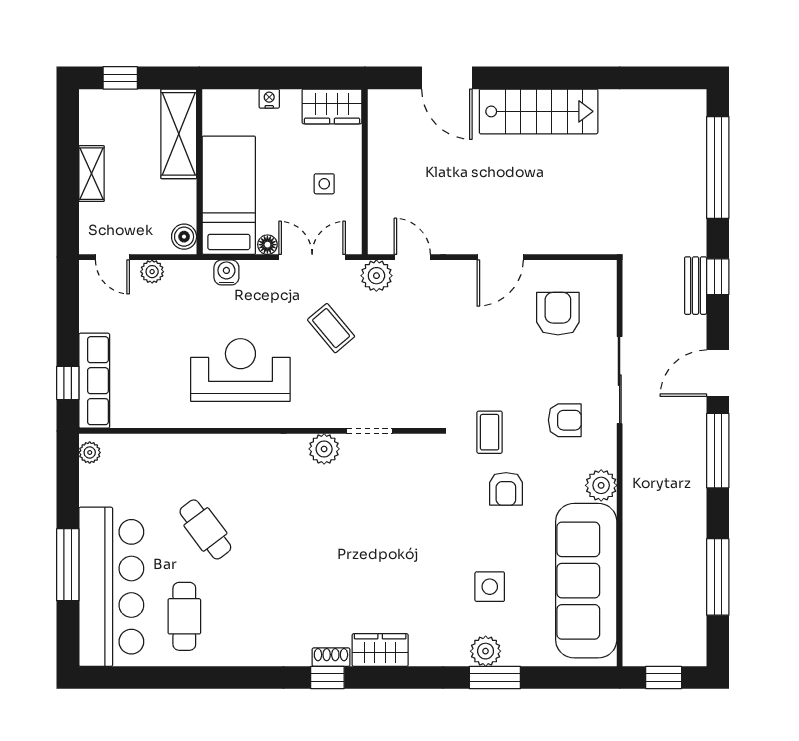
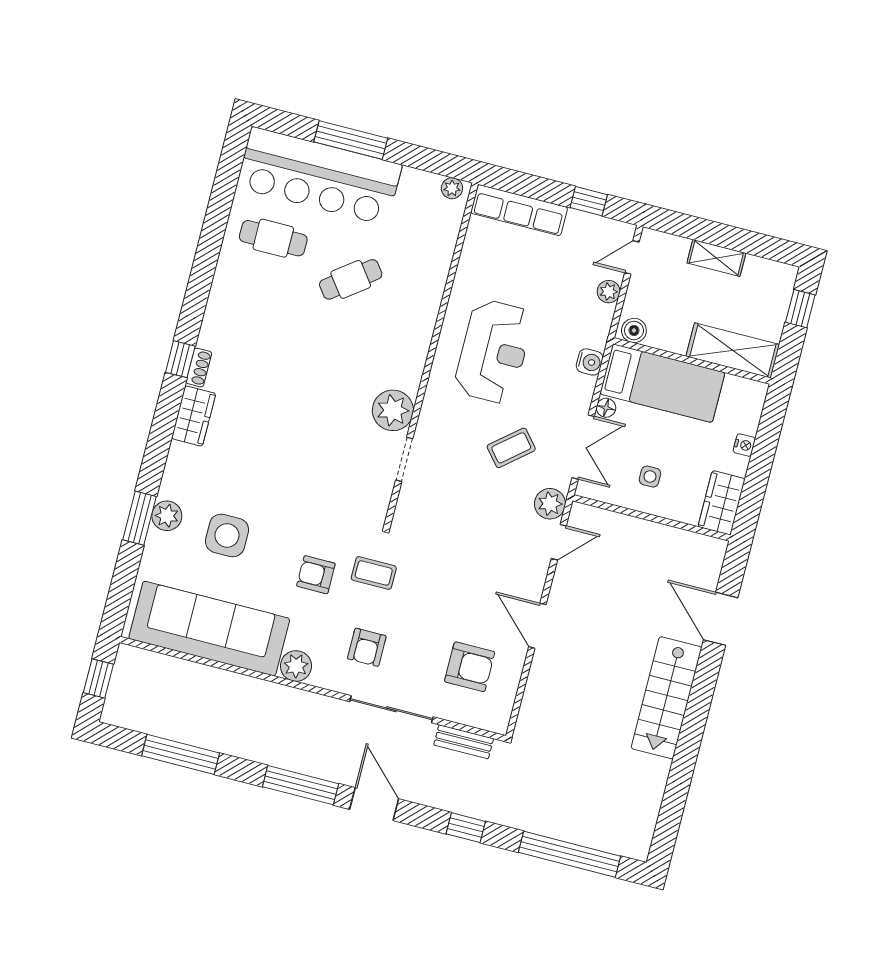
door: (447, 78) -> (721, 619), hinge flipped
bench: (696, 286) -> (464, 742), moved
window: (68, 383) -> (589, 201), moved
plant: (324, 449) -> (393, 410), width x1.36, depth x1.36
side table: (490, 587) -> (227, 535), width x1.37, depth x1.37

